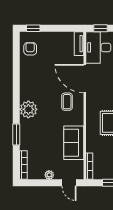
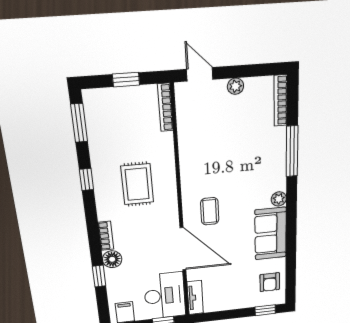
plant: (28, 109) -> (279, 199), width x0.53, depth x0.53
window: (16, 135) -> (292, 151), width x1.44
sofa: (74, 143) -> (271, 234), moved, turned 180

